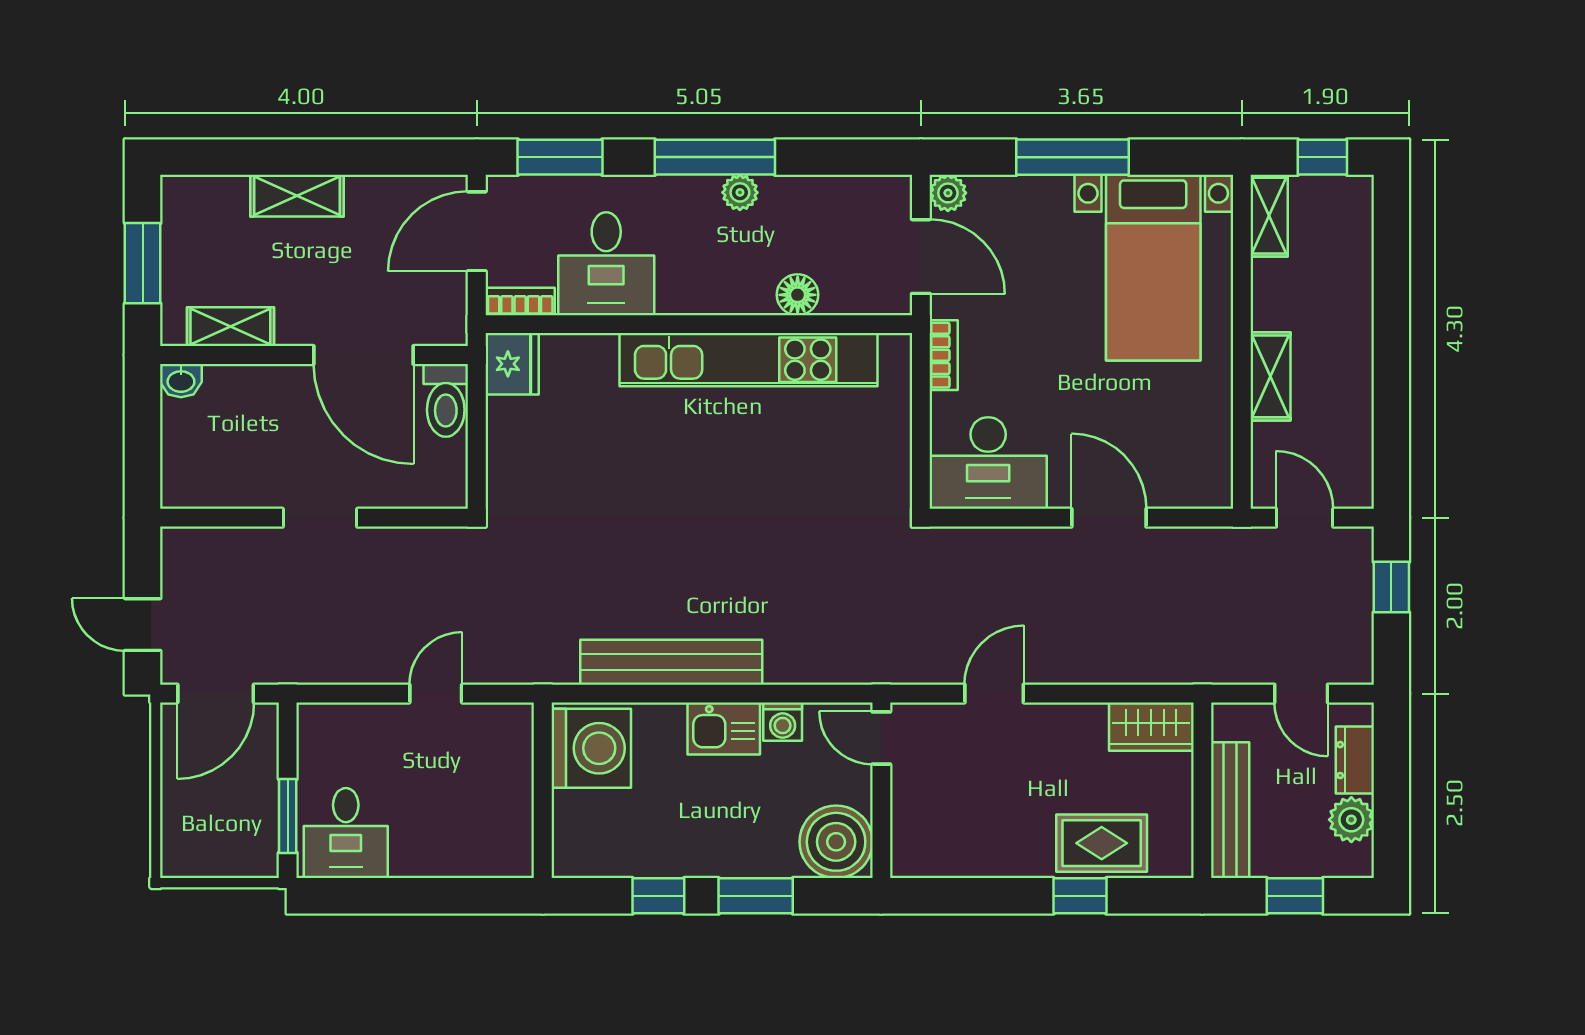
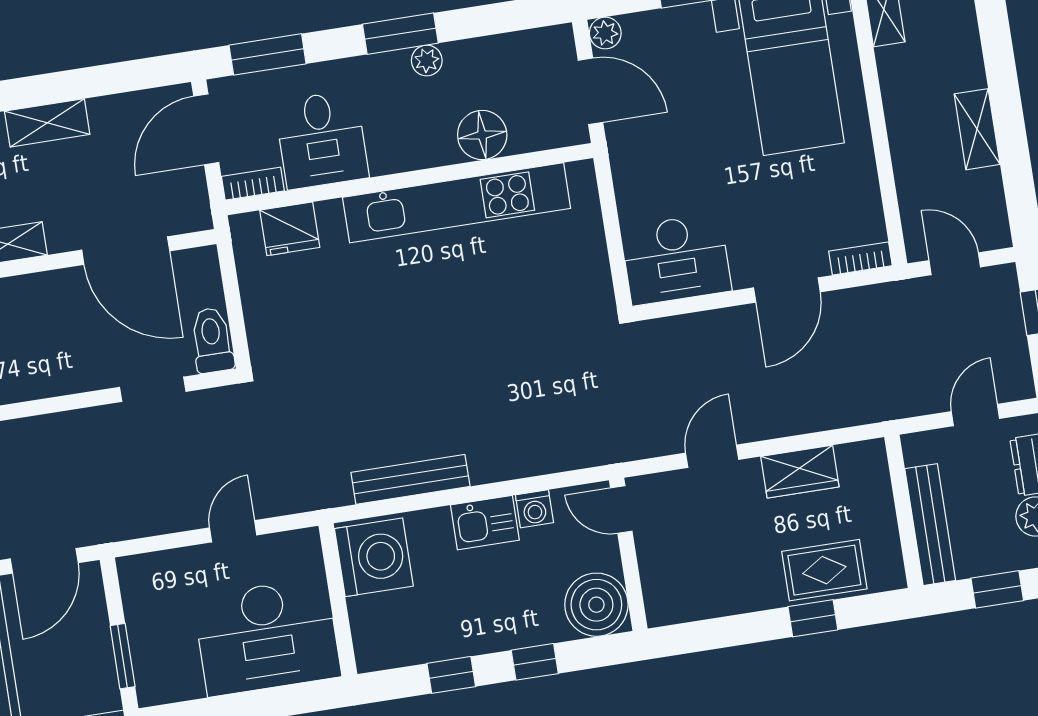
window: (715, 157) -> (400, 34), width x0.69
floor lamp: (798, 295) -> (482, 135), width x1.38, depth x1.38
bookcase: (944, 355) -> (860, 258), moved, turned -90
fridge: (512, 364) -> (290, 229), moved, turned 90
shelving: (1271, 376) -> (977, 129), moved
toilet: (446, 400) -> (212, 340), moved, turned 180
doorway: (320, 518) -> (153, 389), moved
door: (1109, 518) -> (787, 290), swing flipped
bench: (671, 662) -> (410, 479), width x0.73, depth x0.82
door: (1301, 694) -> (975, 415), swing flipped
wardrobe: (1151, 727) -> (800, 472), moved
desk: (346, 833) -> (267, 637), moved, width x1.87, depth x1.30
window: (756, 896) -> (535, 662), width x0.67

